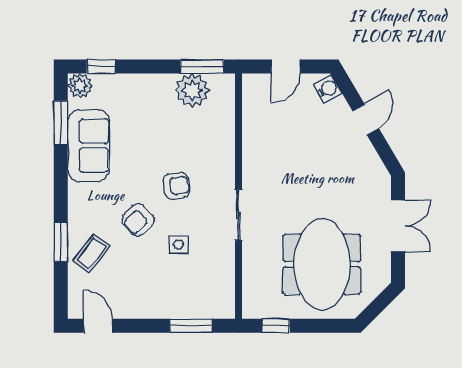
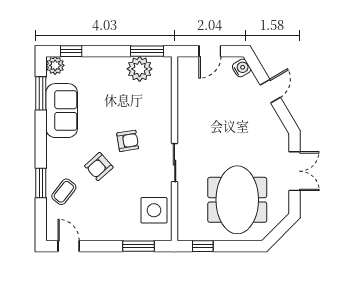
side table: (178, 244) -> (154, 210), moved, width x1.87, depth x1.87

